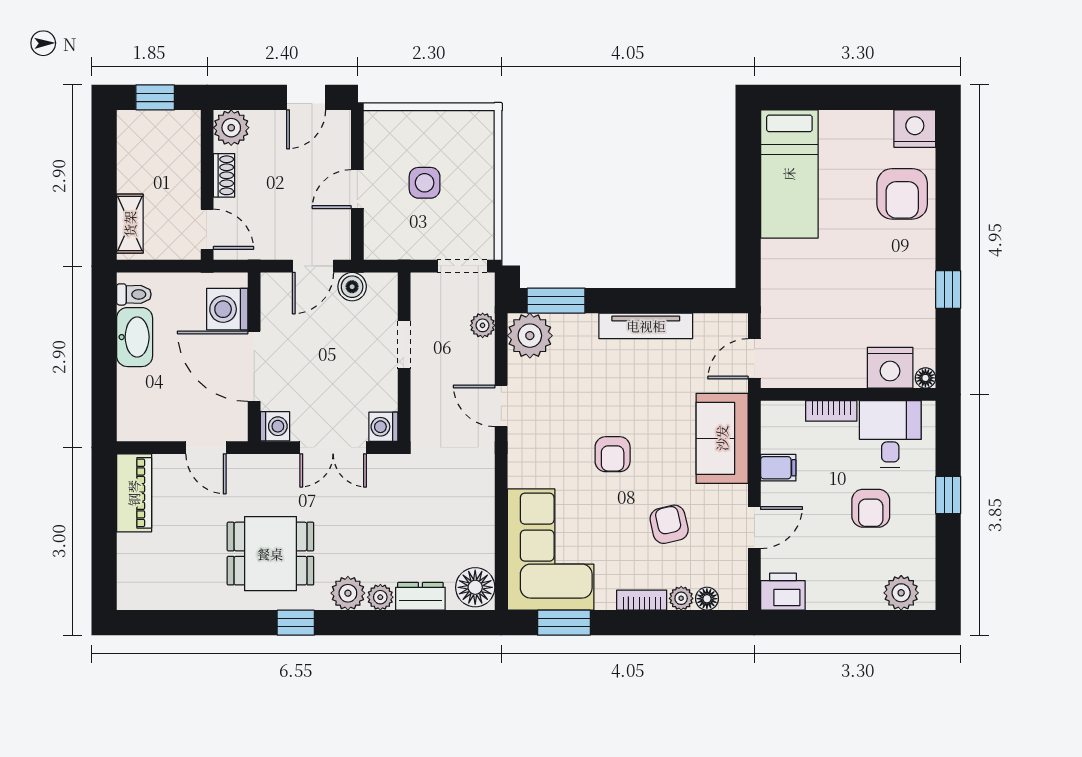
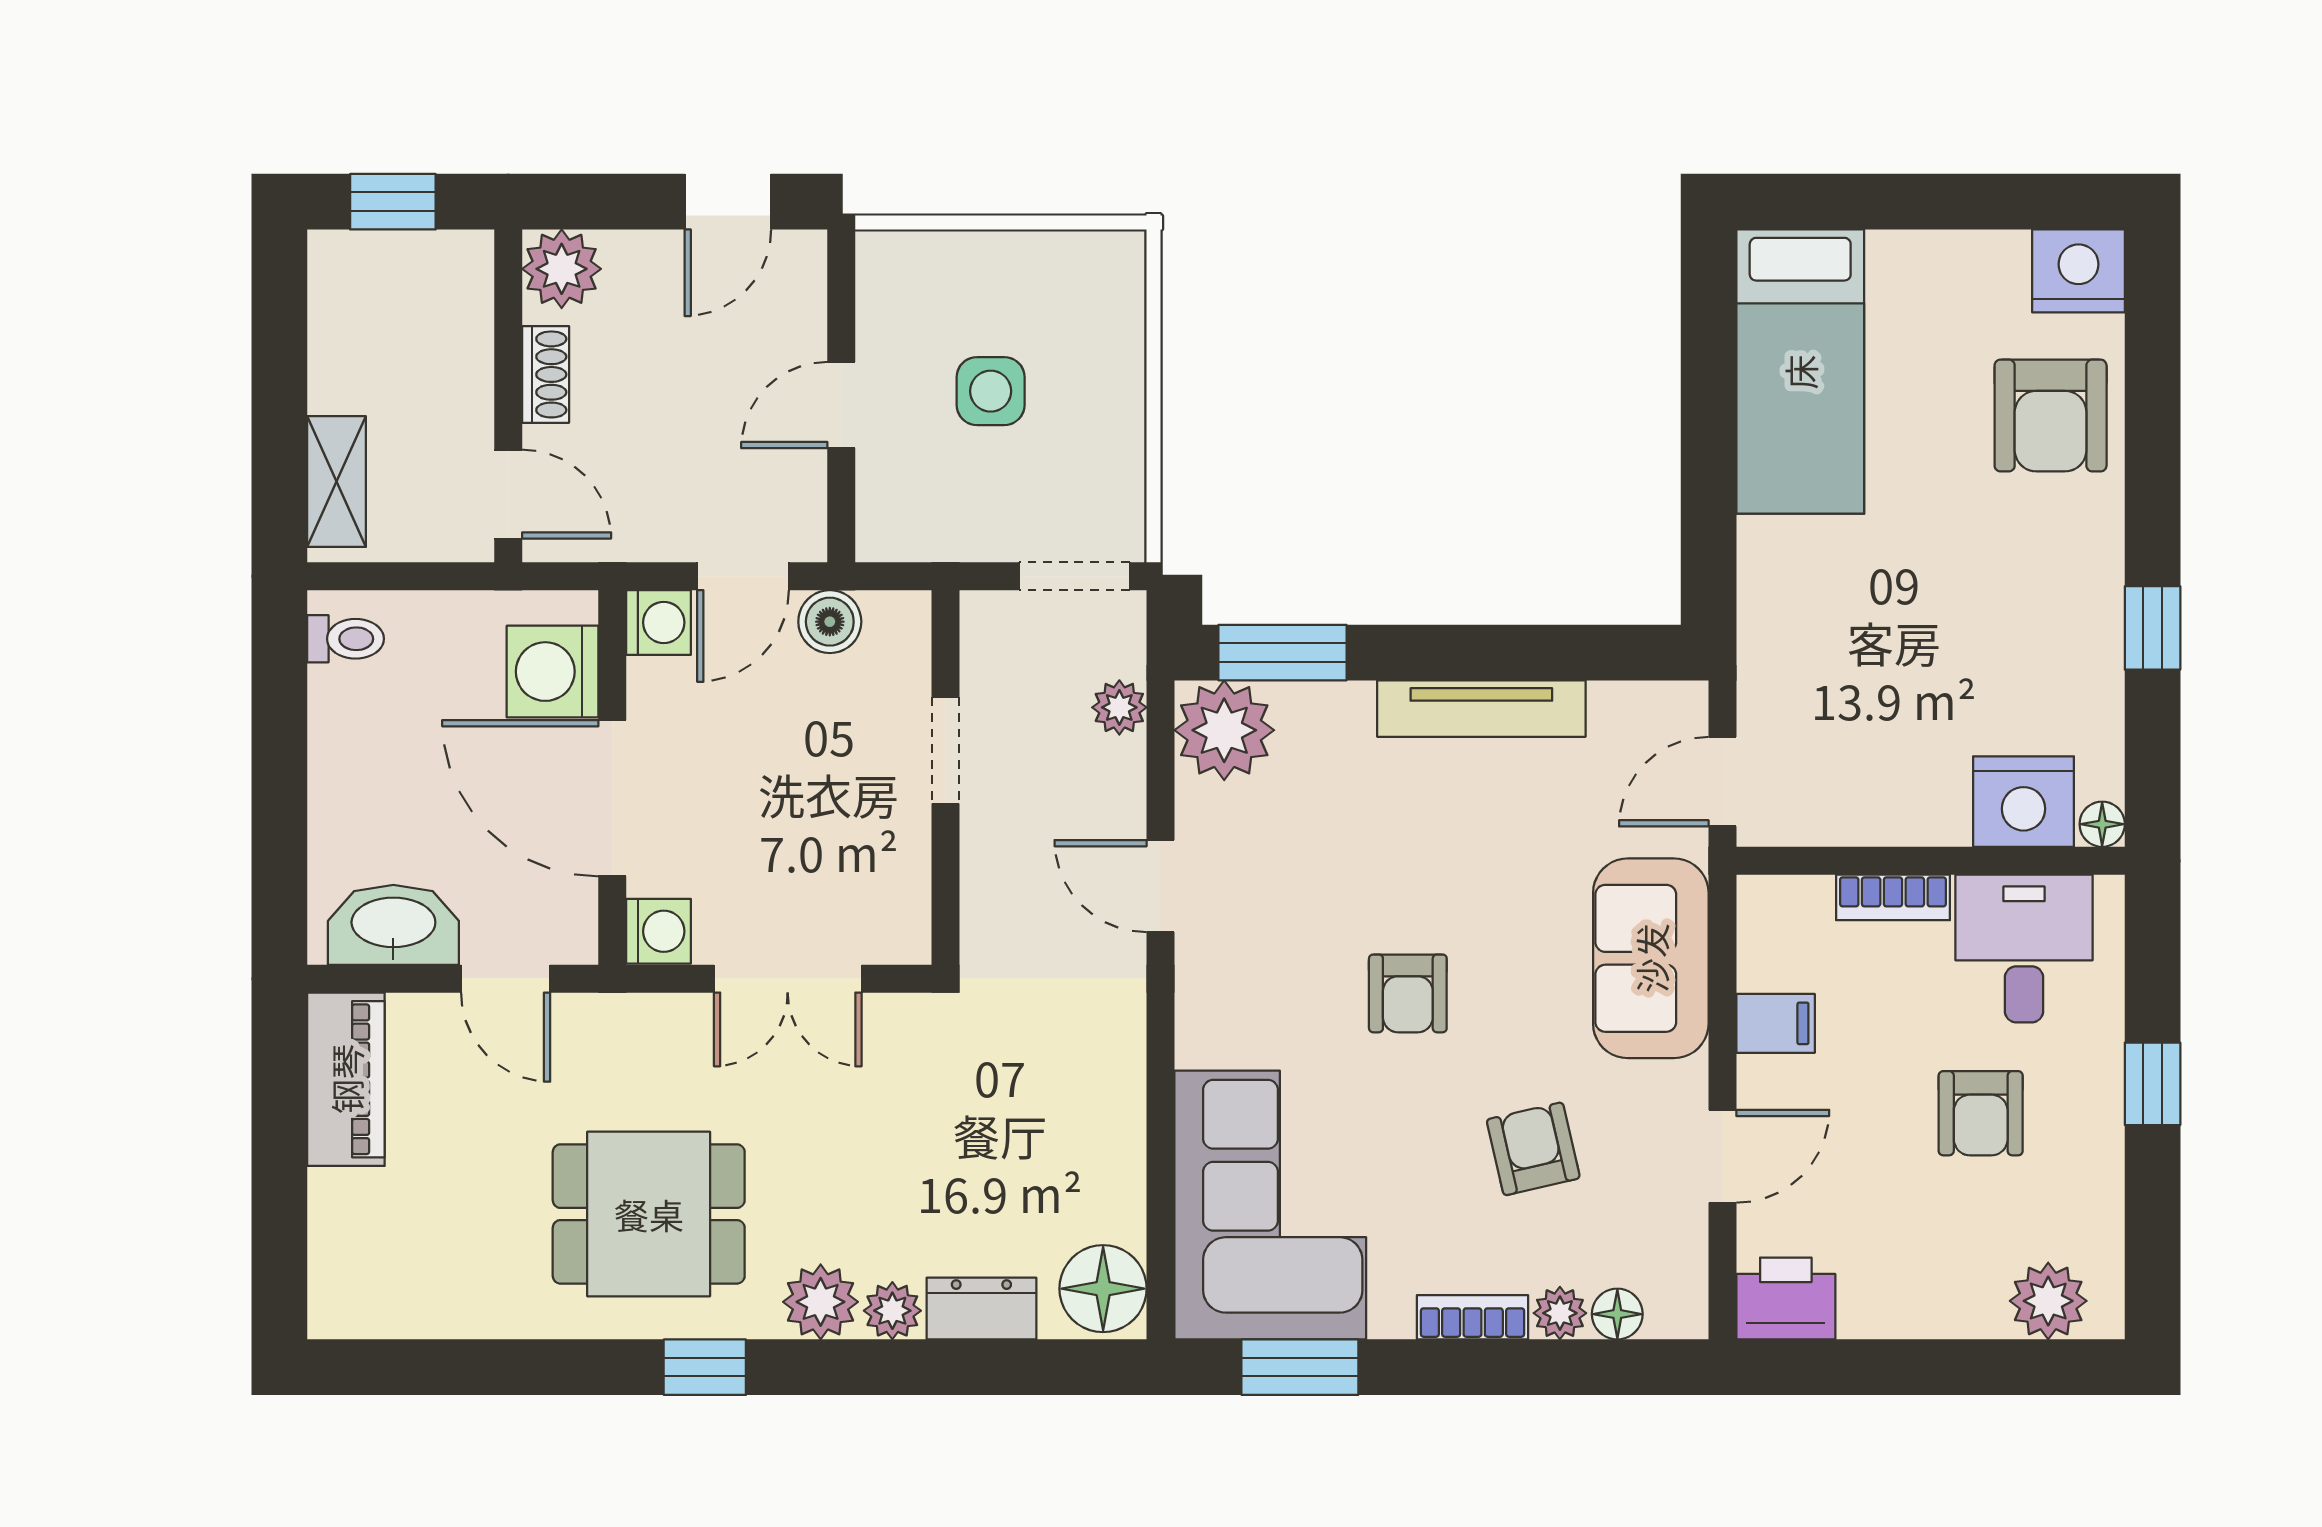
washbasin: (135, 337) -> (393, 925), moved, turned -90
washing machine: (383, 427) -> (659, 622), moved, turned 180

